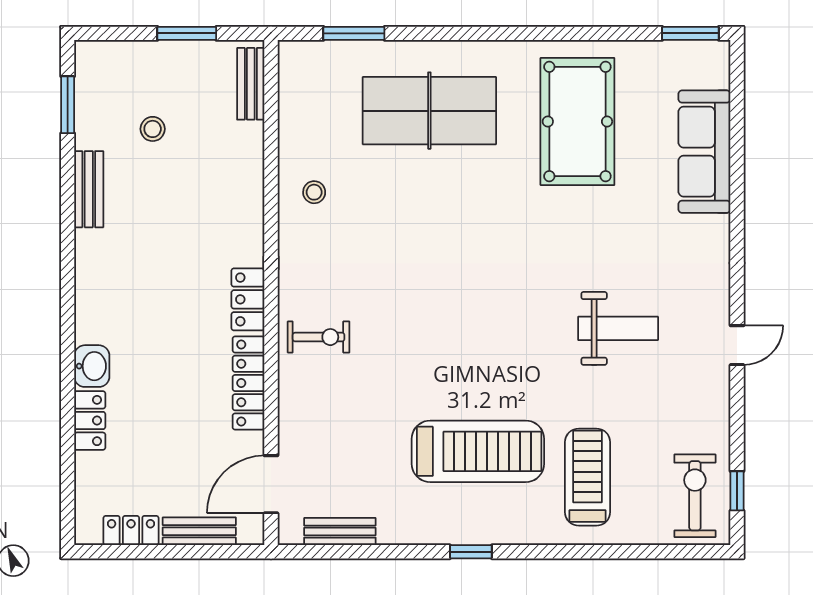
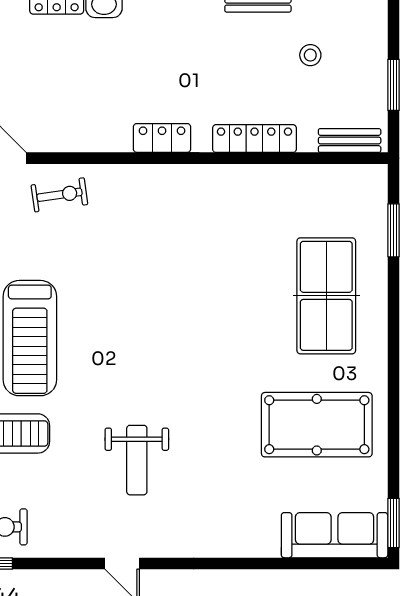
sofa: (704, 152) -> (335, 535), moved
stool: (314, 192) -> (255, 196), removed
exercise bike: (319, 337) -> (59, 195), moved, turned -98
locker: (249, 383) -> (254, 139), moved

